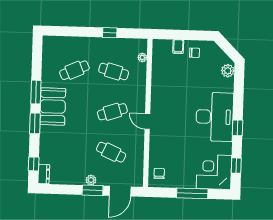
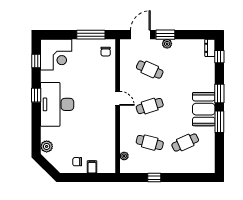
window: (192, 193) -> (91, 35), moved

